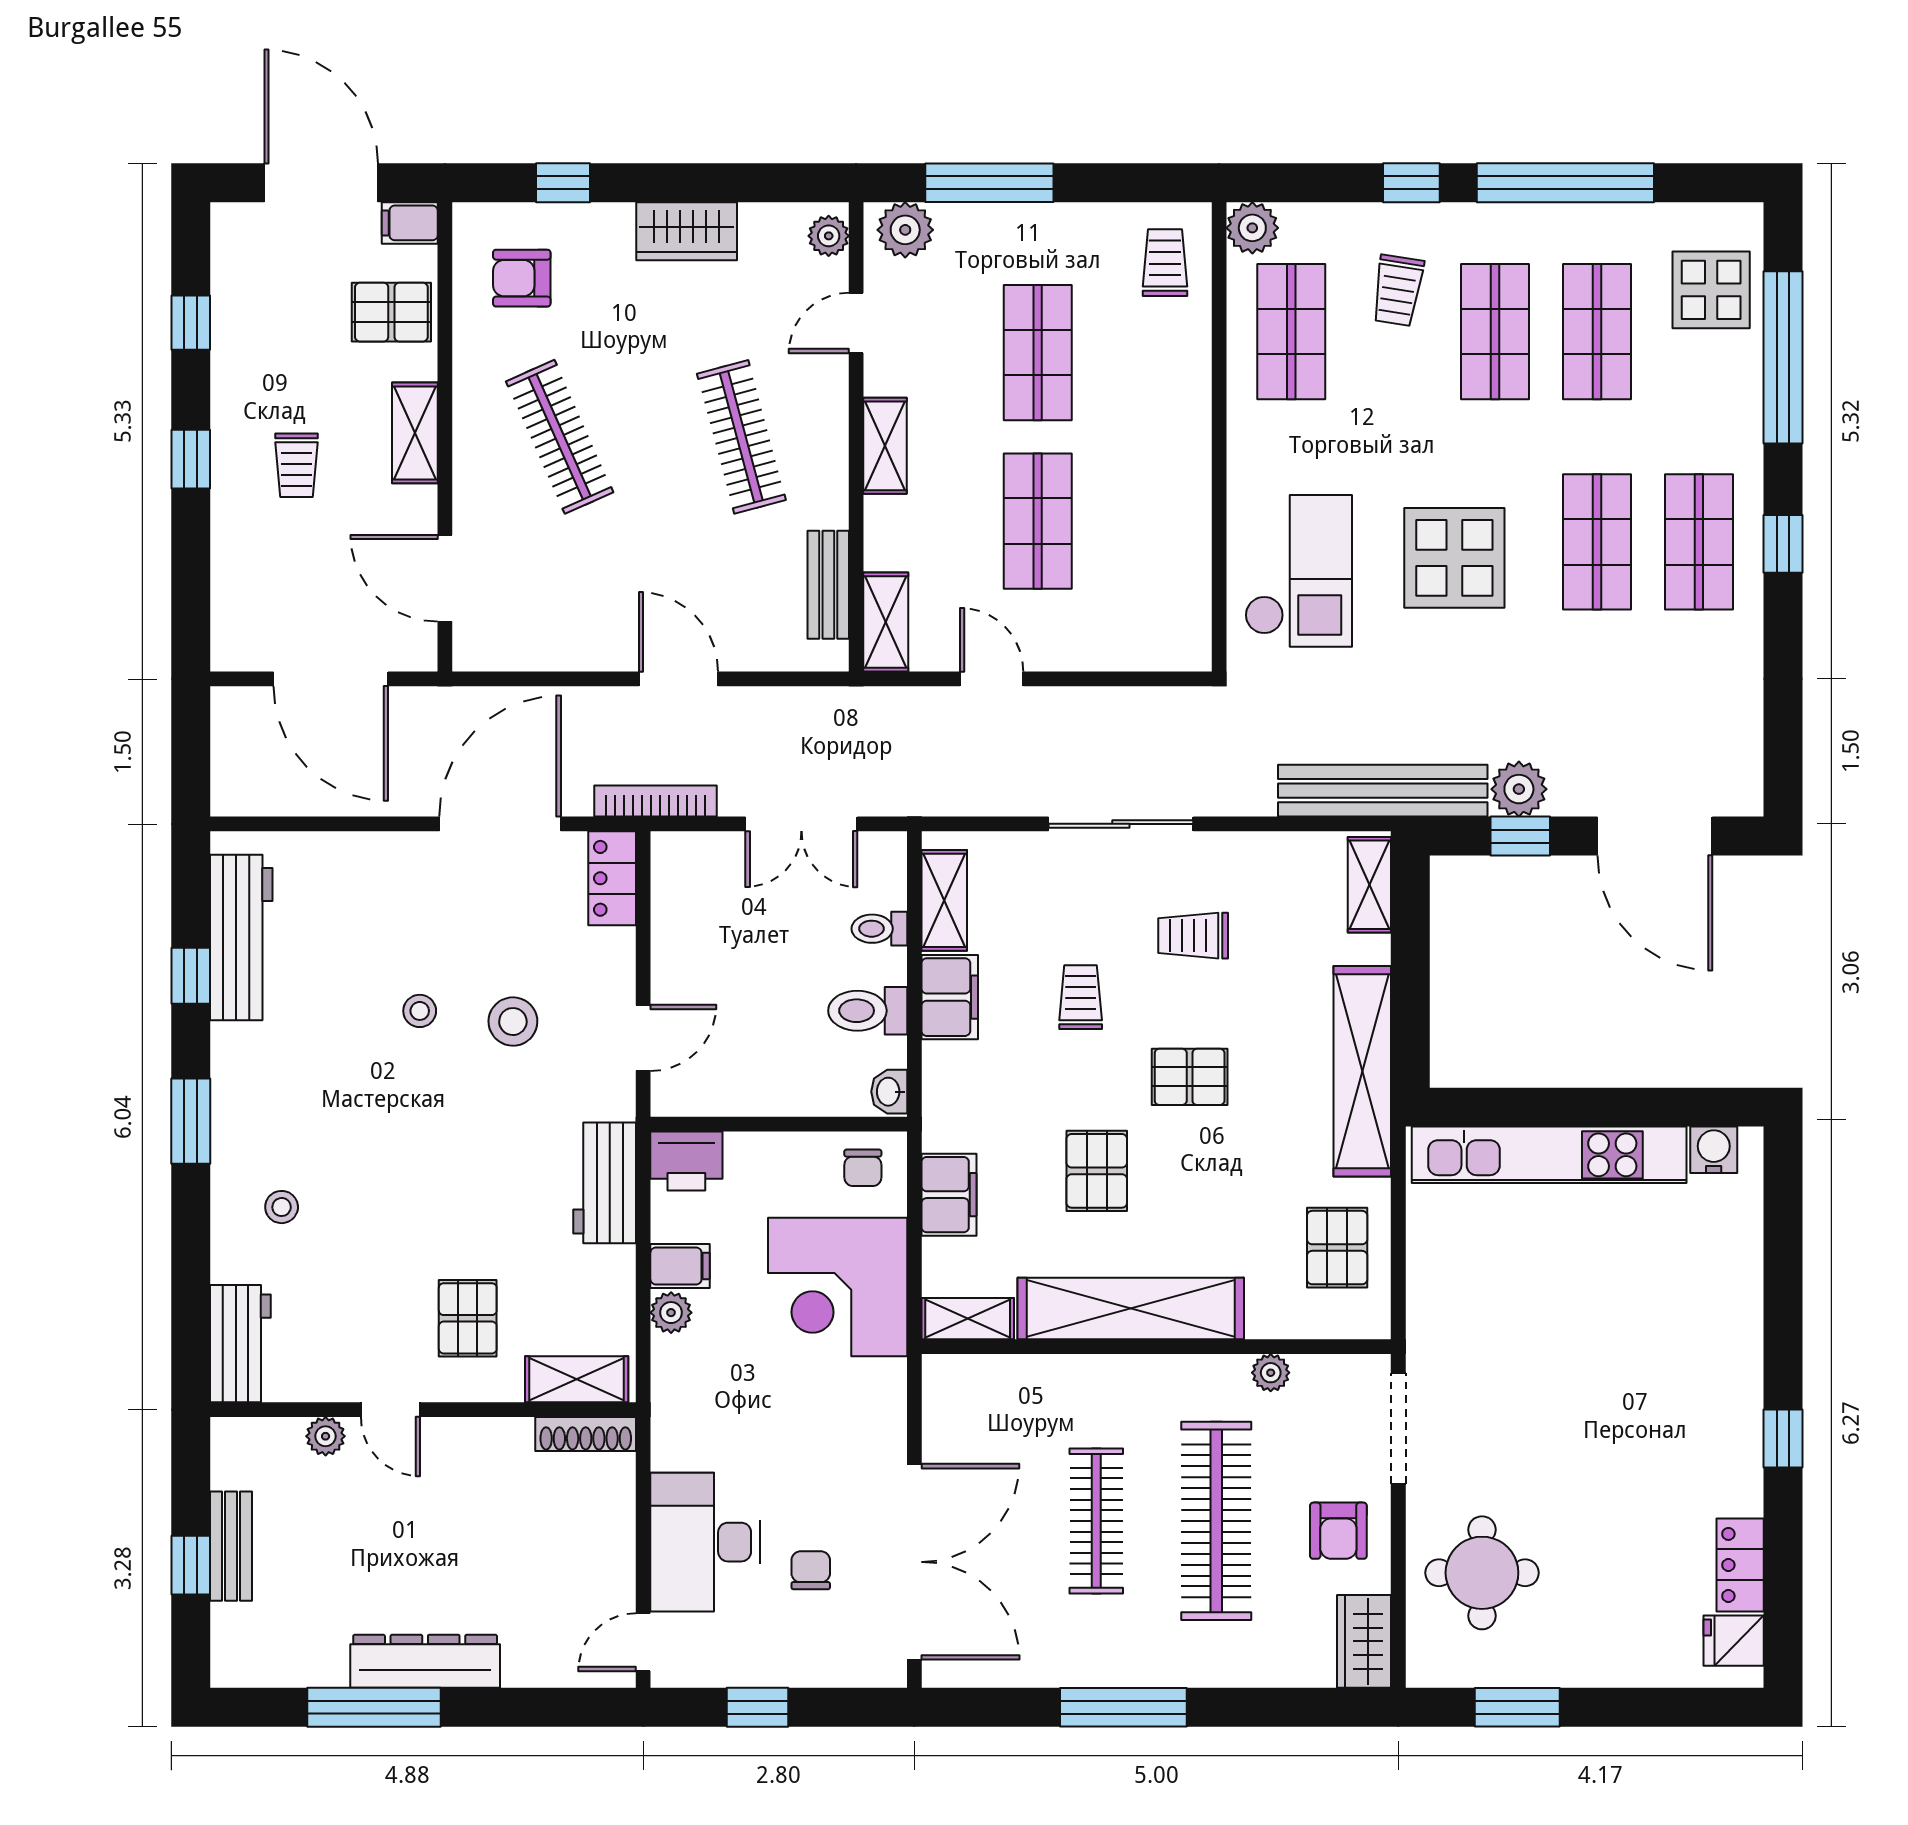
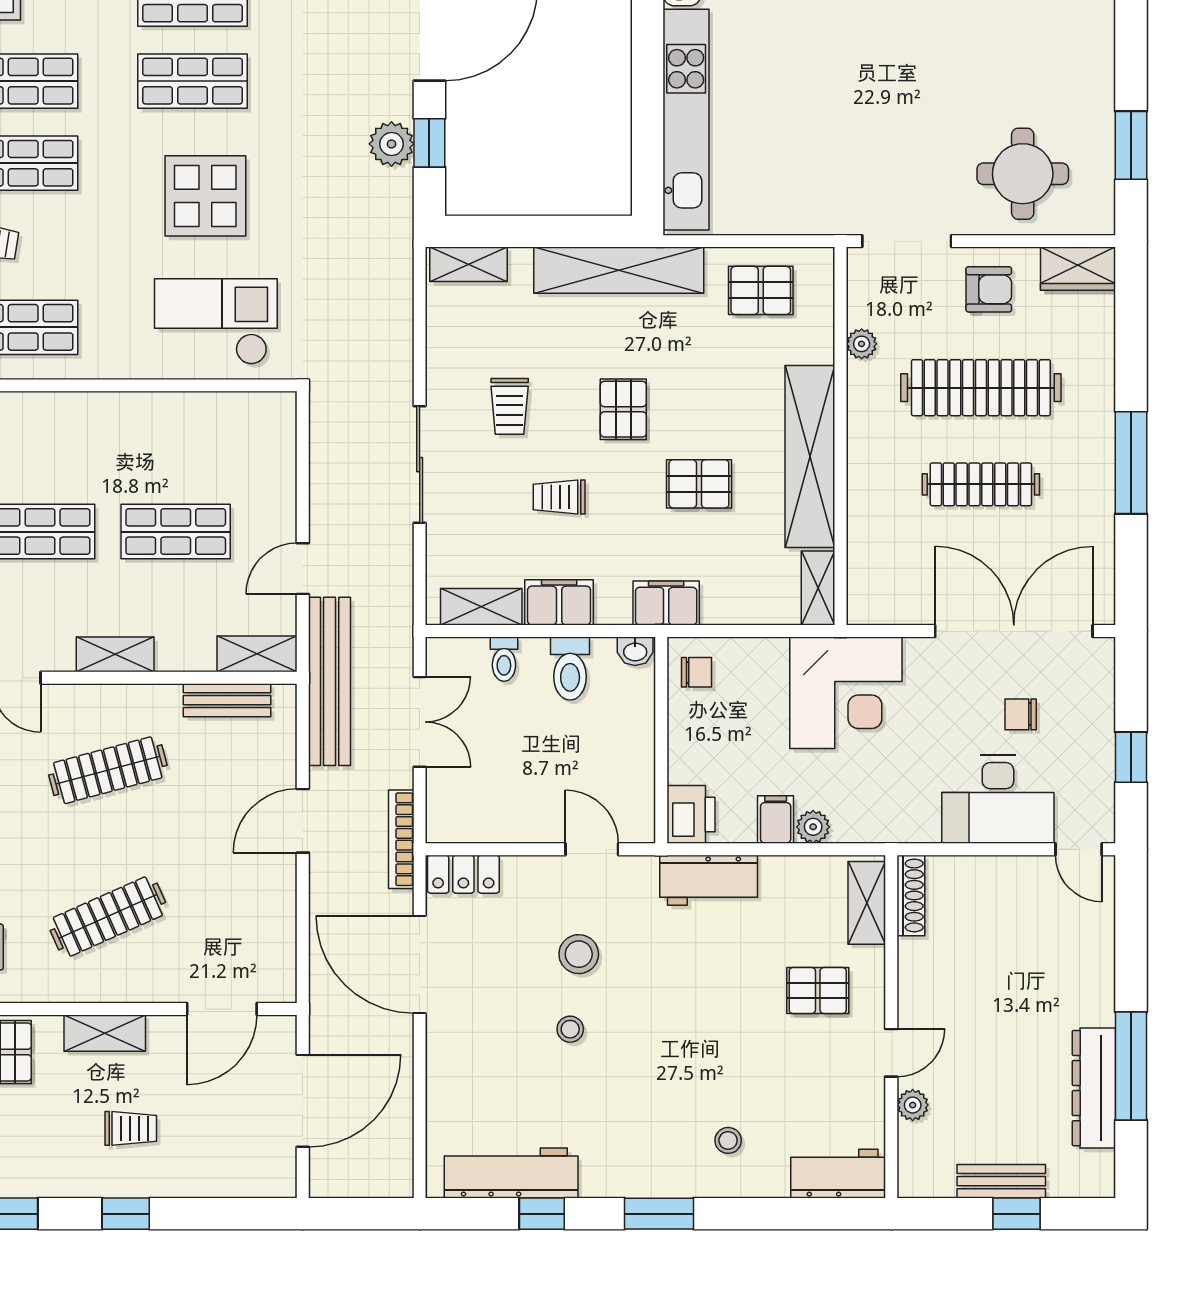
bench: (1383, 791) -> (330, 681), moved
filing cabinet: (949, 1195) -> (666, 603), moved
corner desk: (838, 1287) -> (846, 693), moved
dresser: (425, 1661) -> (1094, 1088), moved

